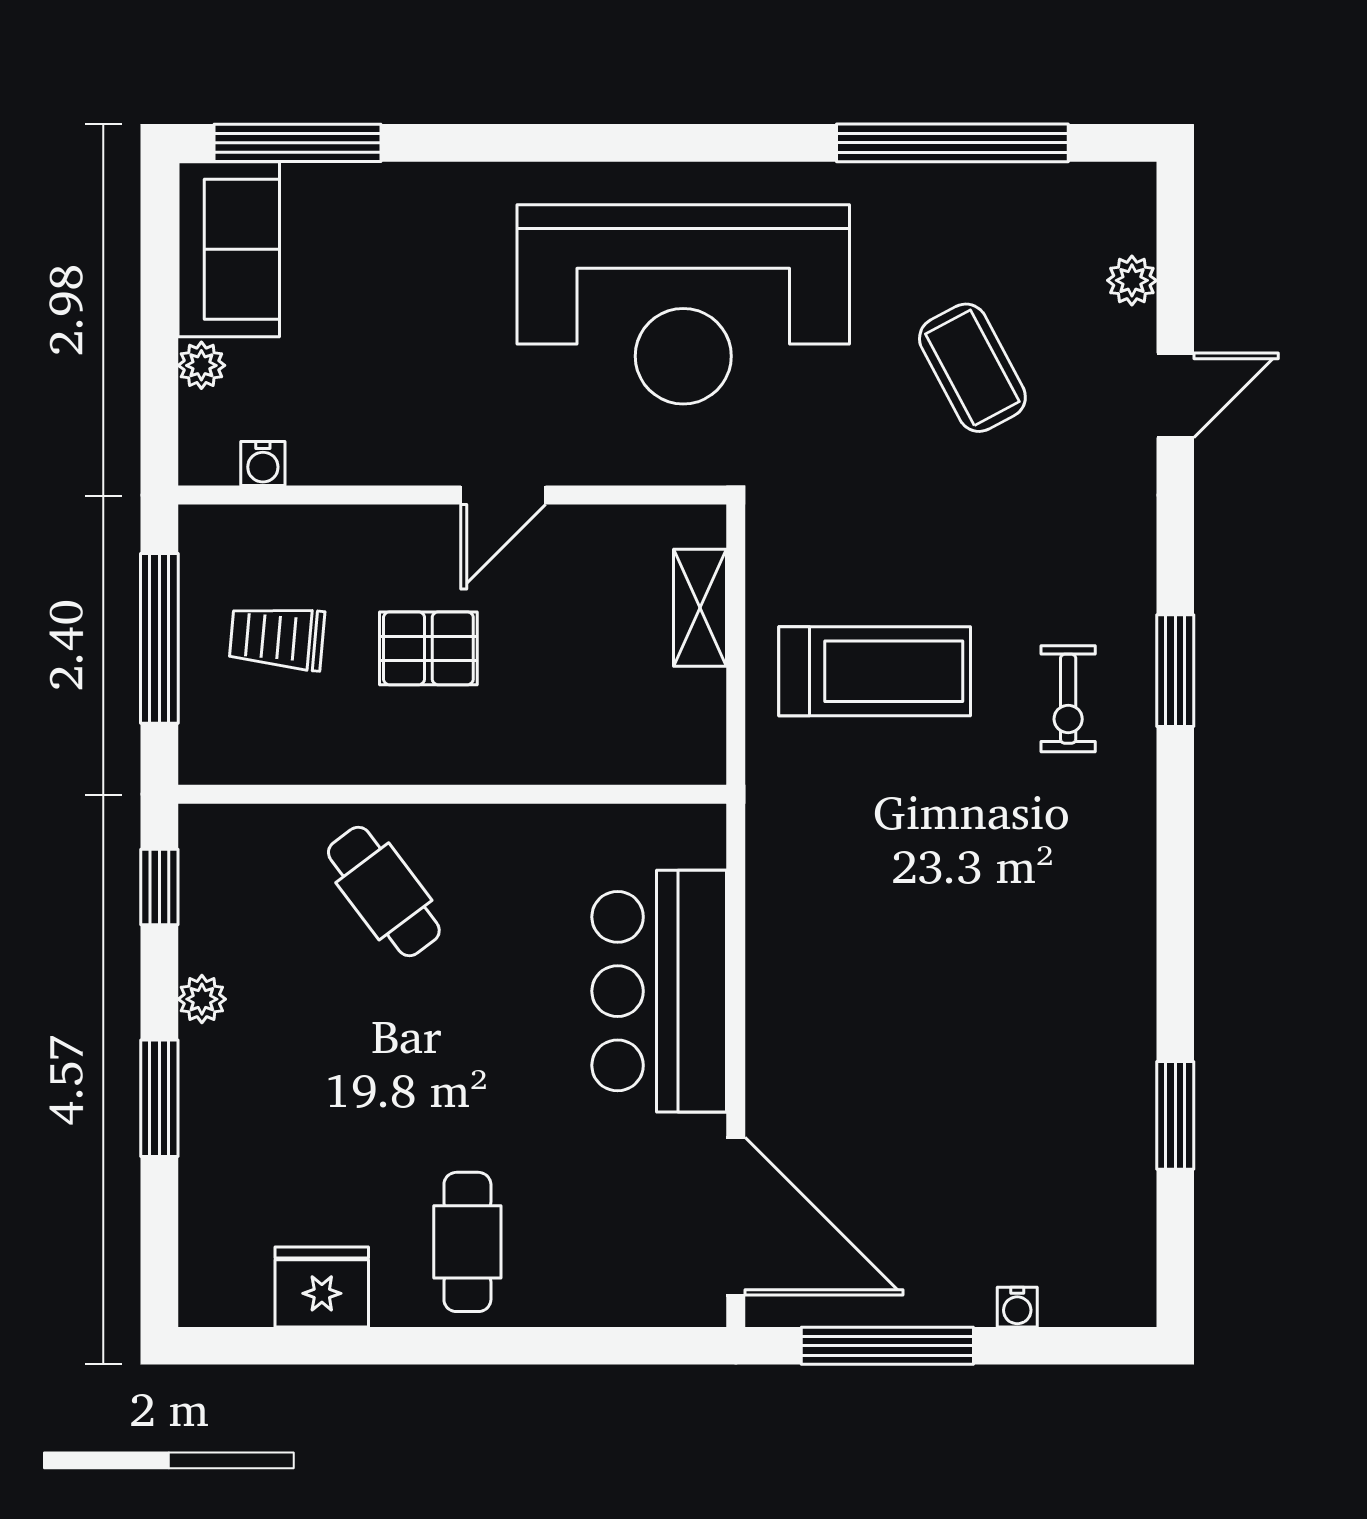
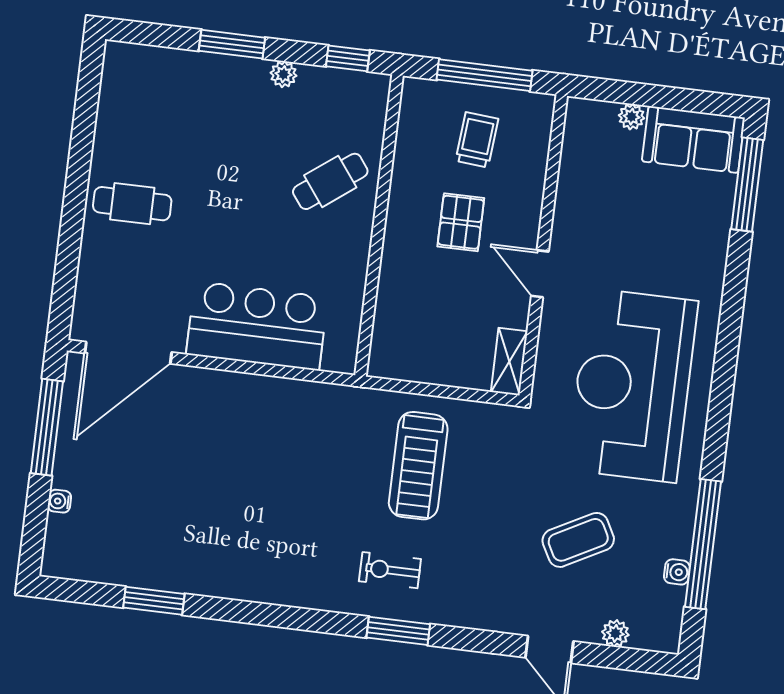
water cooler: (263, 464) -> (677, 572), moved, turned 180
shelving: (700, 608) -> (509, 362), moved, turned 90
fridge: (322, 1287) -> (117, 121), removed

